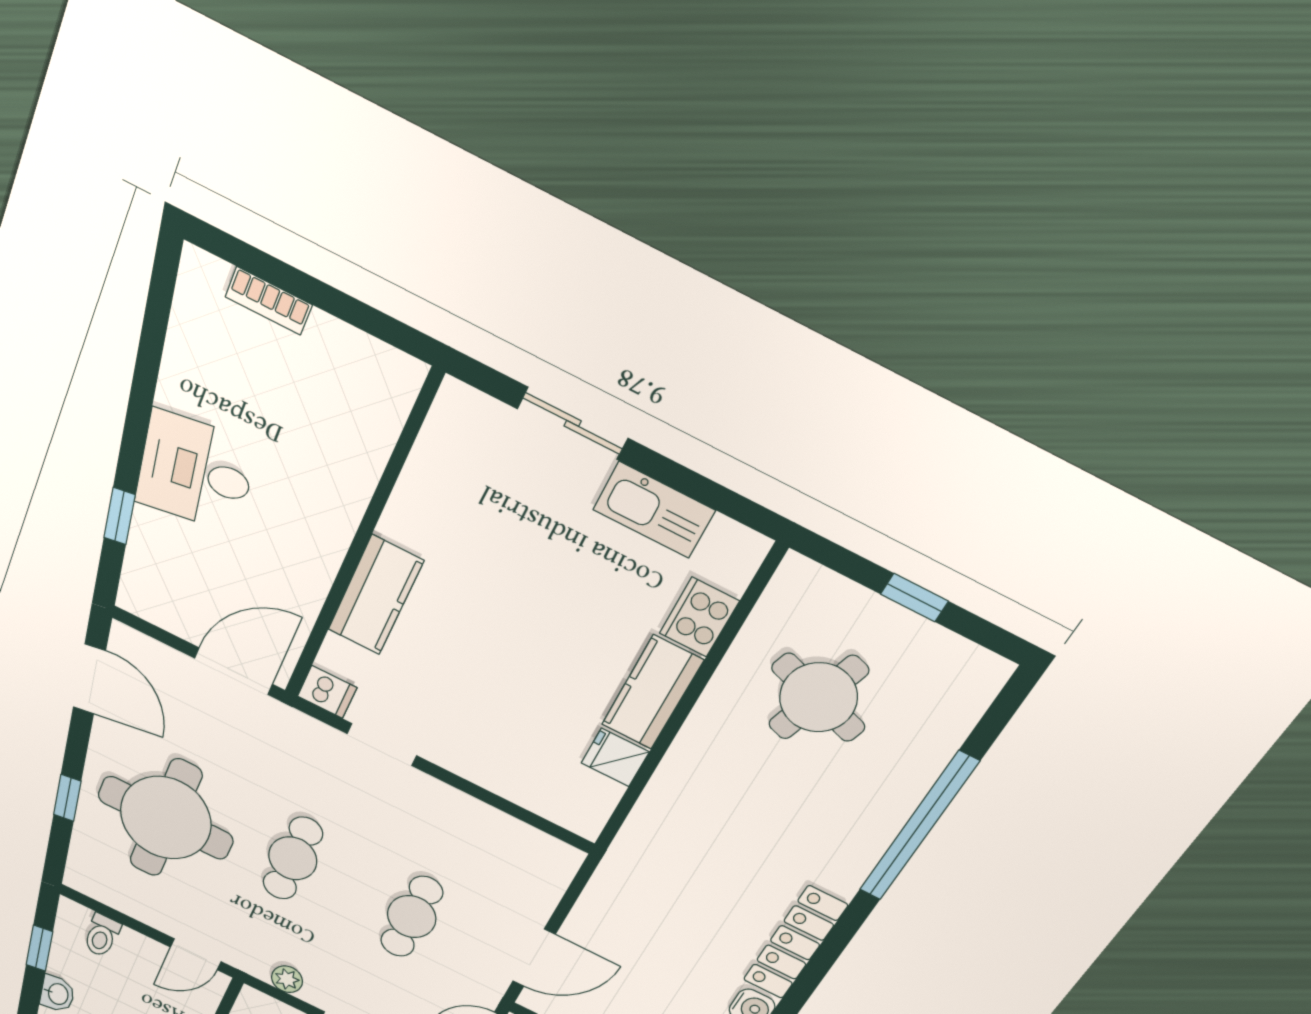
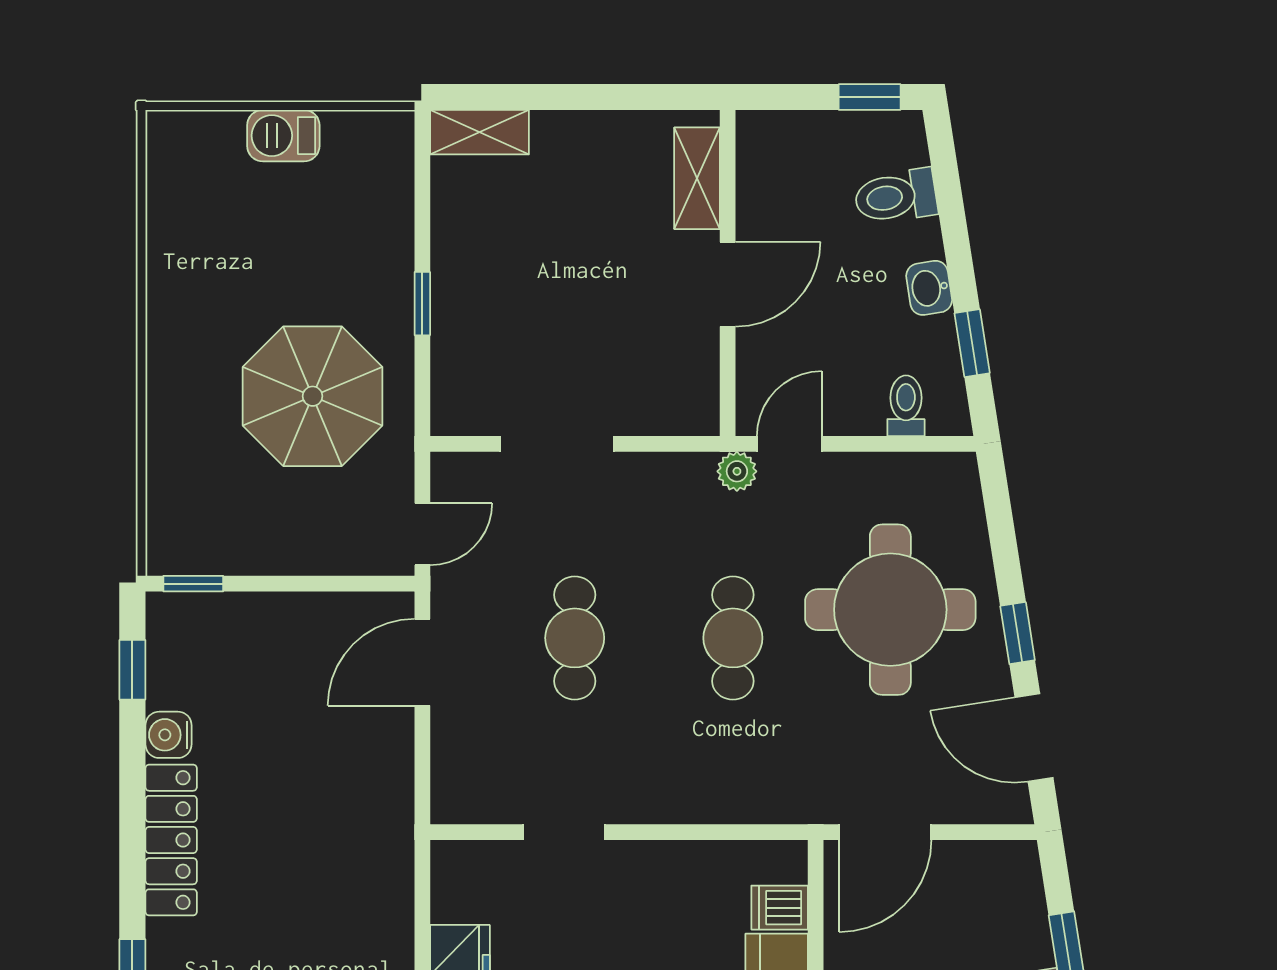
dishwasher: (327, 692) -> (780, 908), moved
doorway: (382, 745) -> (564, 832), moved
window: (67, 798) -> (1018, 633), moved
plant: (287, 979) -> (737, 471), moved

